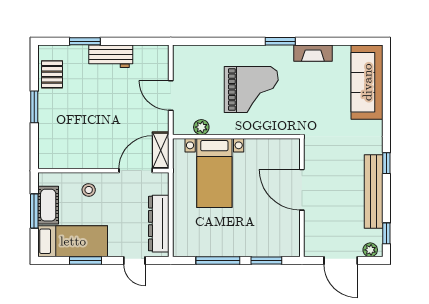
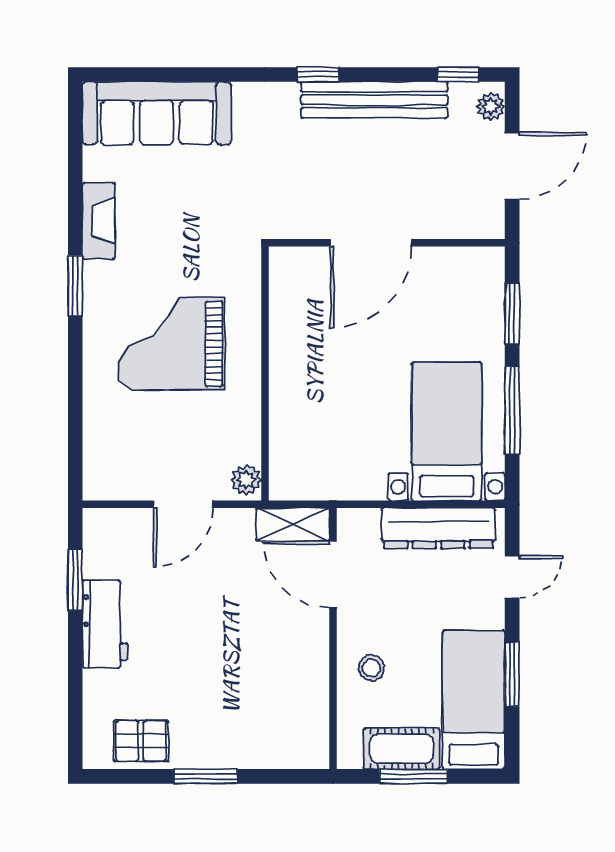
window: (85, 41) -> (75, 580), moved
grand piano: (251, 89) -> (171, 344), turned -90
plant: (201, 127) -> (246, 480), moved
bed with nightstands: (214, 173) -> (447, 432), moved, turned -90

